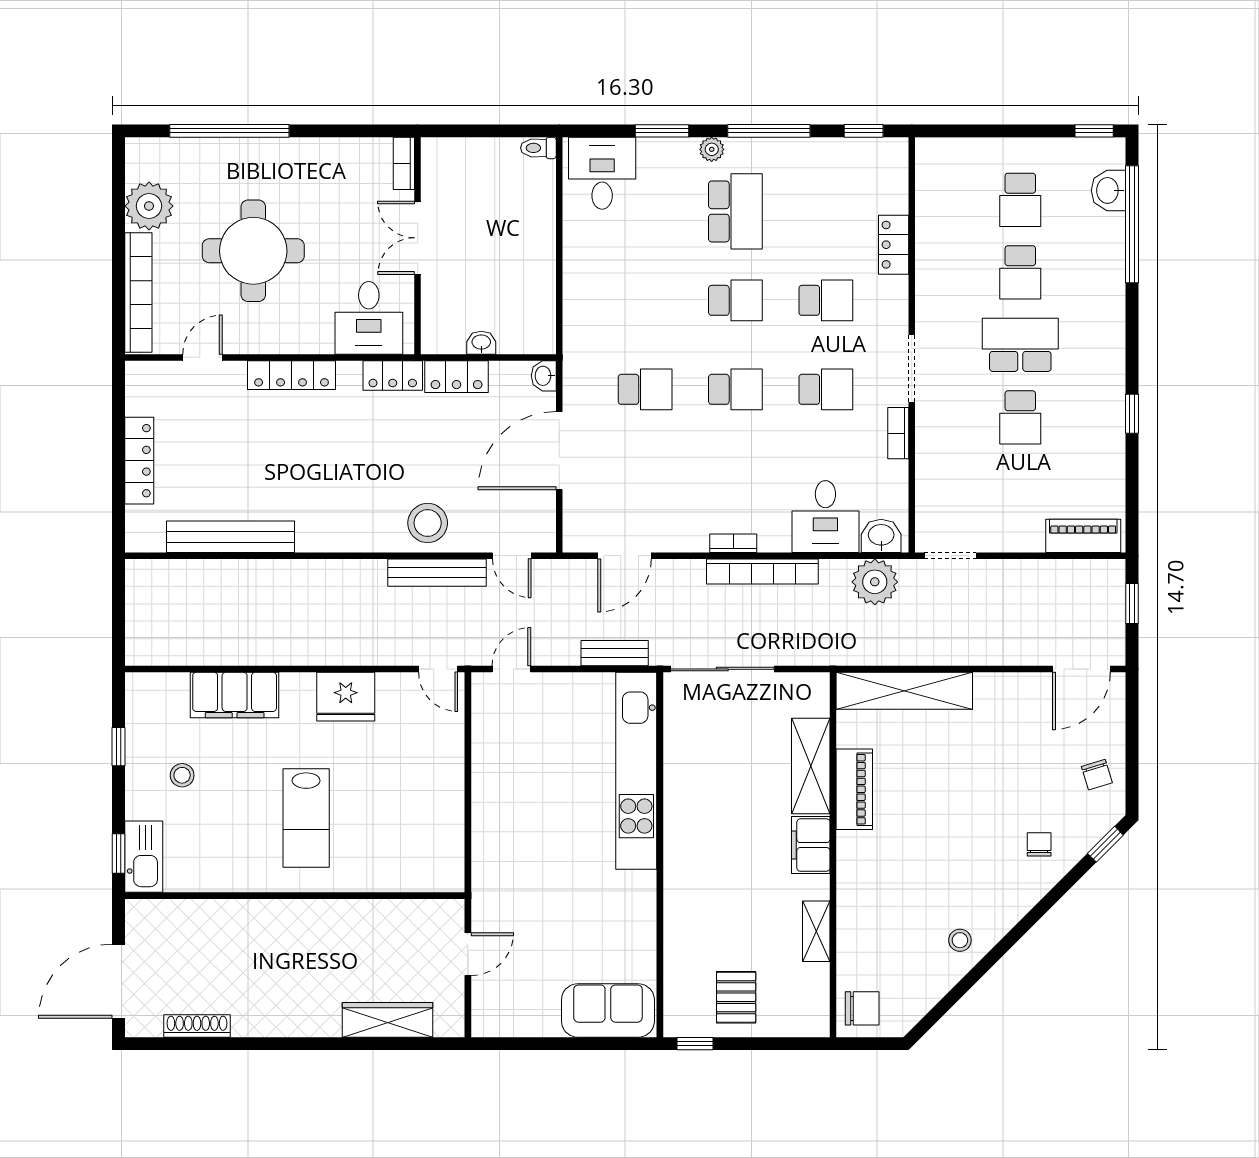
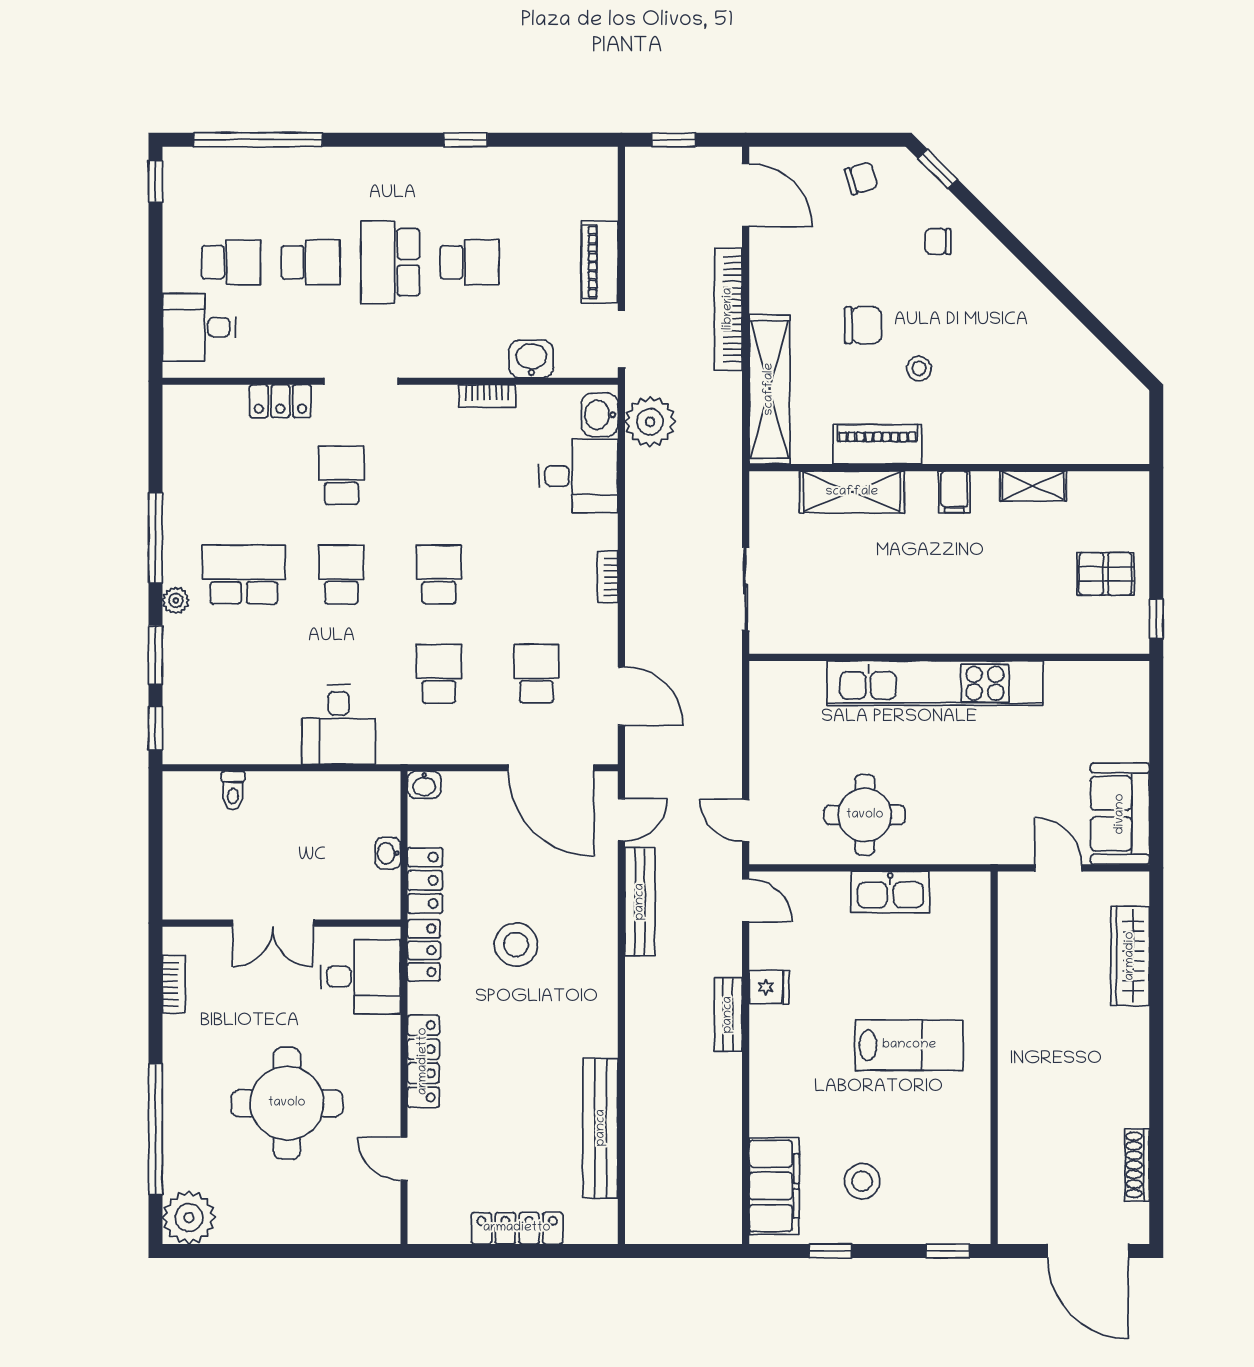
window: (864, 131) -> (155, 728), moved
toilet: (538, 148) -> (233, 791), moved
bookcase: (404, 163) -> (174, 984), moved, turned -90
desk: (961, 170) -> (199, 327), added
desk: (602, 173) -> (339, 725), moved, turned -90
washbasin: (1108, 190) -> (531, 359), moved, turned 180
plant: (149, 206) -> (189, 1217), moved
bookcase: (138, 293) -> (333, 1229), removed
doorway: (912, 368) -> (361, 381), moved
school desk: (826, 389) -> (536, 674), moved
door: (559, 451) -> (551, 768), moved
stool: (428, 523) -> (516, 945), moved
piano: (1083, 536) -> (600, 262), moved
bookcase: (762, 572) -> (728, 309), moved, turned 180
bench: (615, 653) -> (728, 1015), moved
door: (438, 669) -> (746, 901), hinge flipped
sliding door: (722, 669) -> (746, 589), width x0.73
filing cabinet: (235, 695) -> (774, 1186), moved
fridge: (346, 697) -> (769, 987), width x0.53, depth x0.75
kitchen unit: (636, 771) -> (935, 683), moved
stool: (182, 775) -> (862, 1181), width x1.37, depth x1.37
round table: (516, 778) -> (865, 815), added
filing cabinet: (811, 845) -> (954, 492), width x0.50
kitchen sink: (144, 857) -> (890, 892), moved, turned 180
stool: (960, 940) -> (919, 368), moved
chair: (862, 1008) -> (863, 325), moved, turned 90
sofa: (608, 1010) -> (1120, 814), moved

